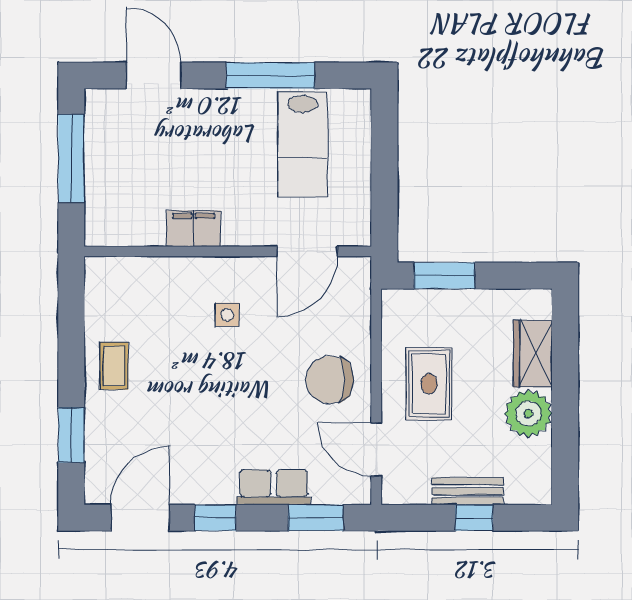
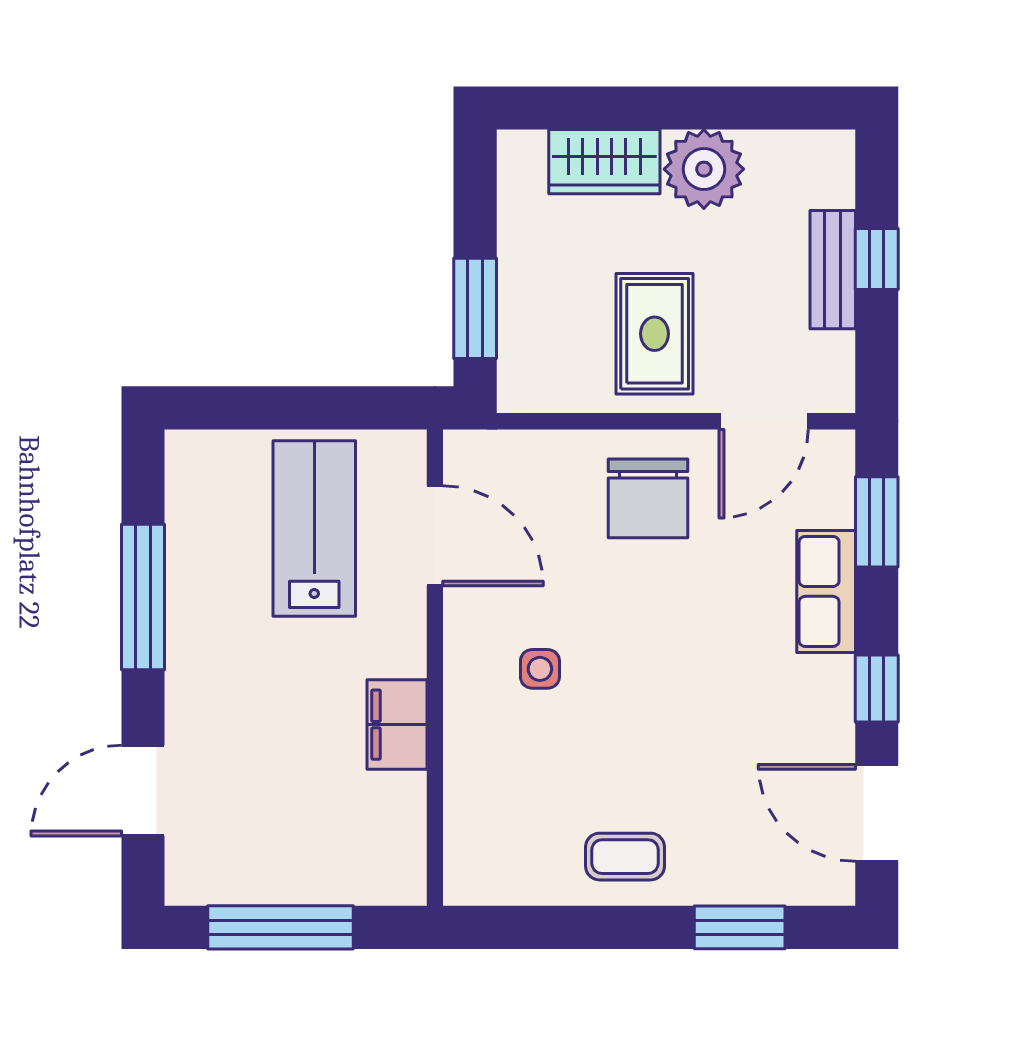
lab bench: (303, 144) -> (314, 528), moved, turned -90
rug: (429, 384) -> (655, 334), turned 90

